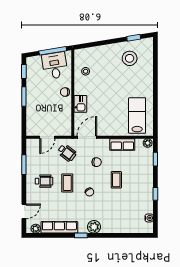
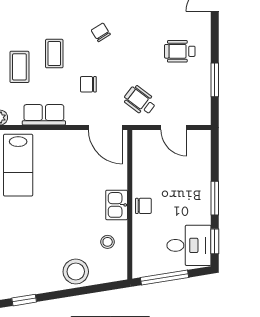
stool: (130, 58) -> (76, 272), moved
desk: (55, 66) -> (189, 245), moved, turned -81
kitchen sink: (80, 104) -> (117, 205), moved
door: (47, 137) -> (174, 127), swing flipped
door: (87, 137) -> (105, 127), hinge flipped
coffee table: (67, 183) -> (19, 67), moved

